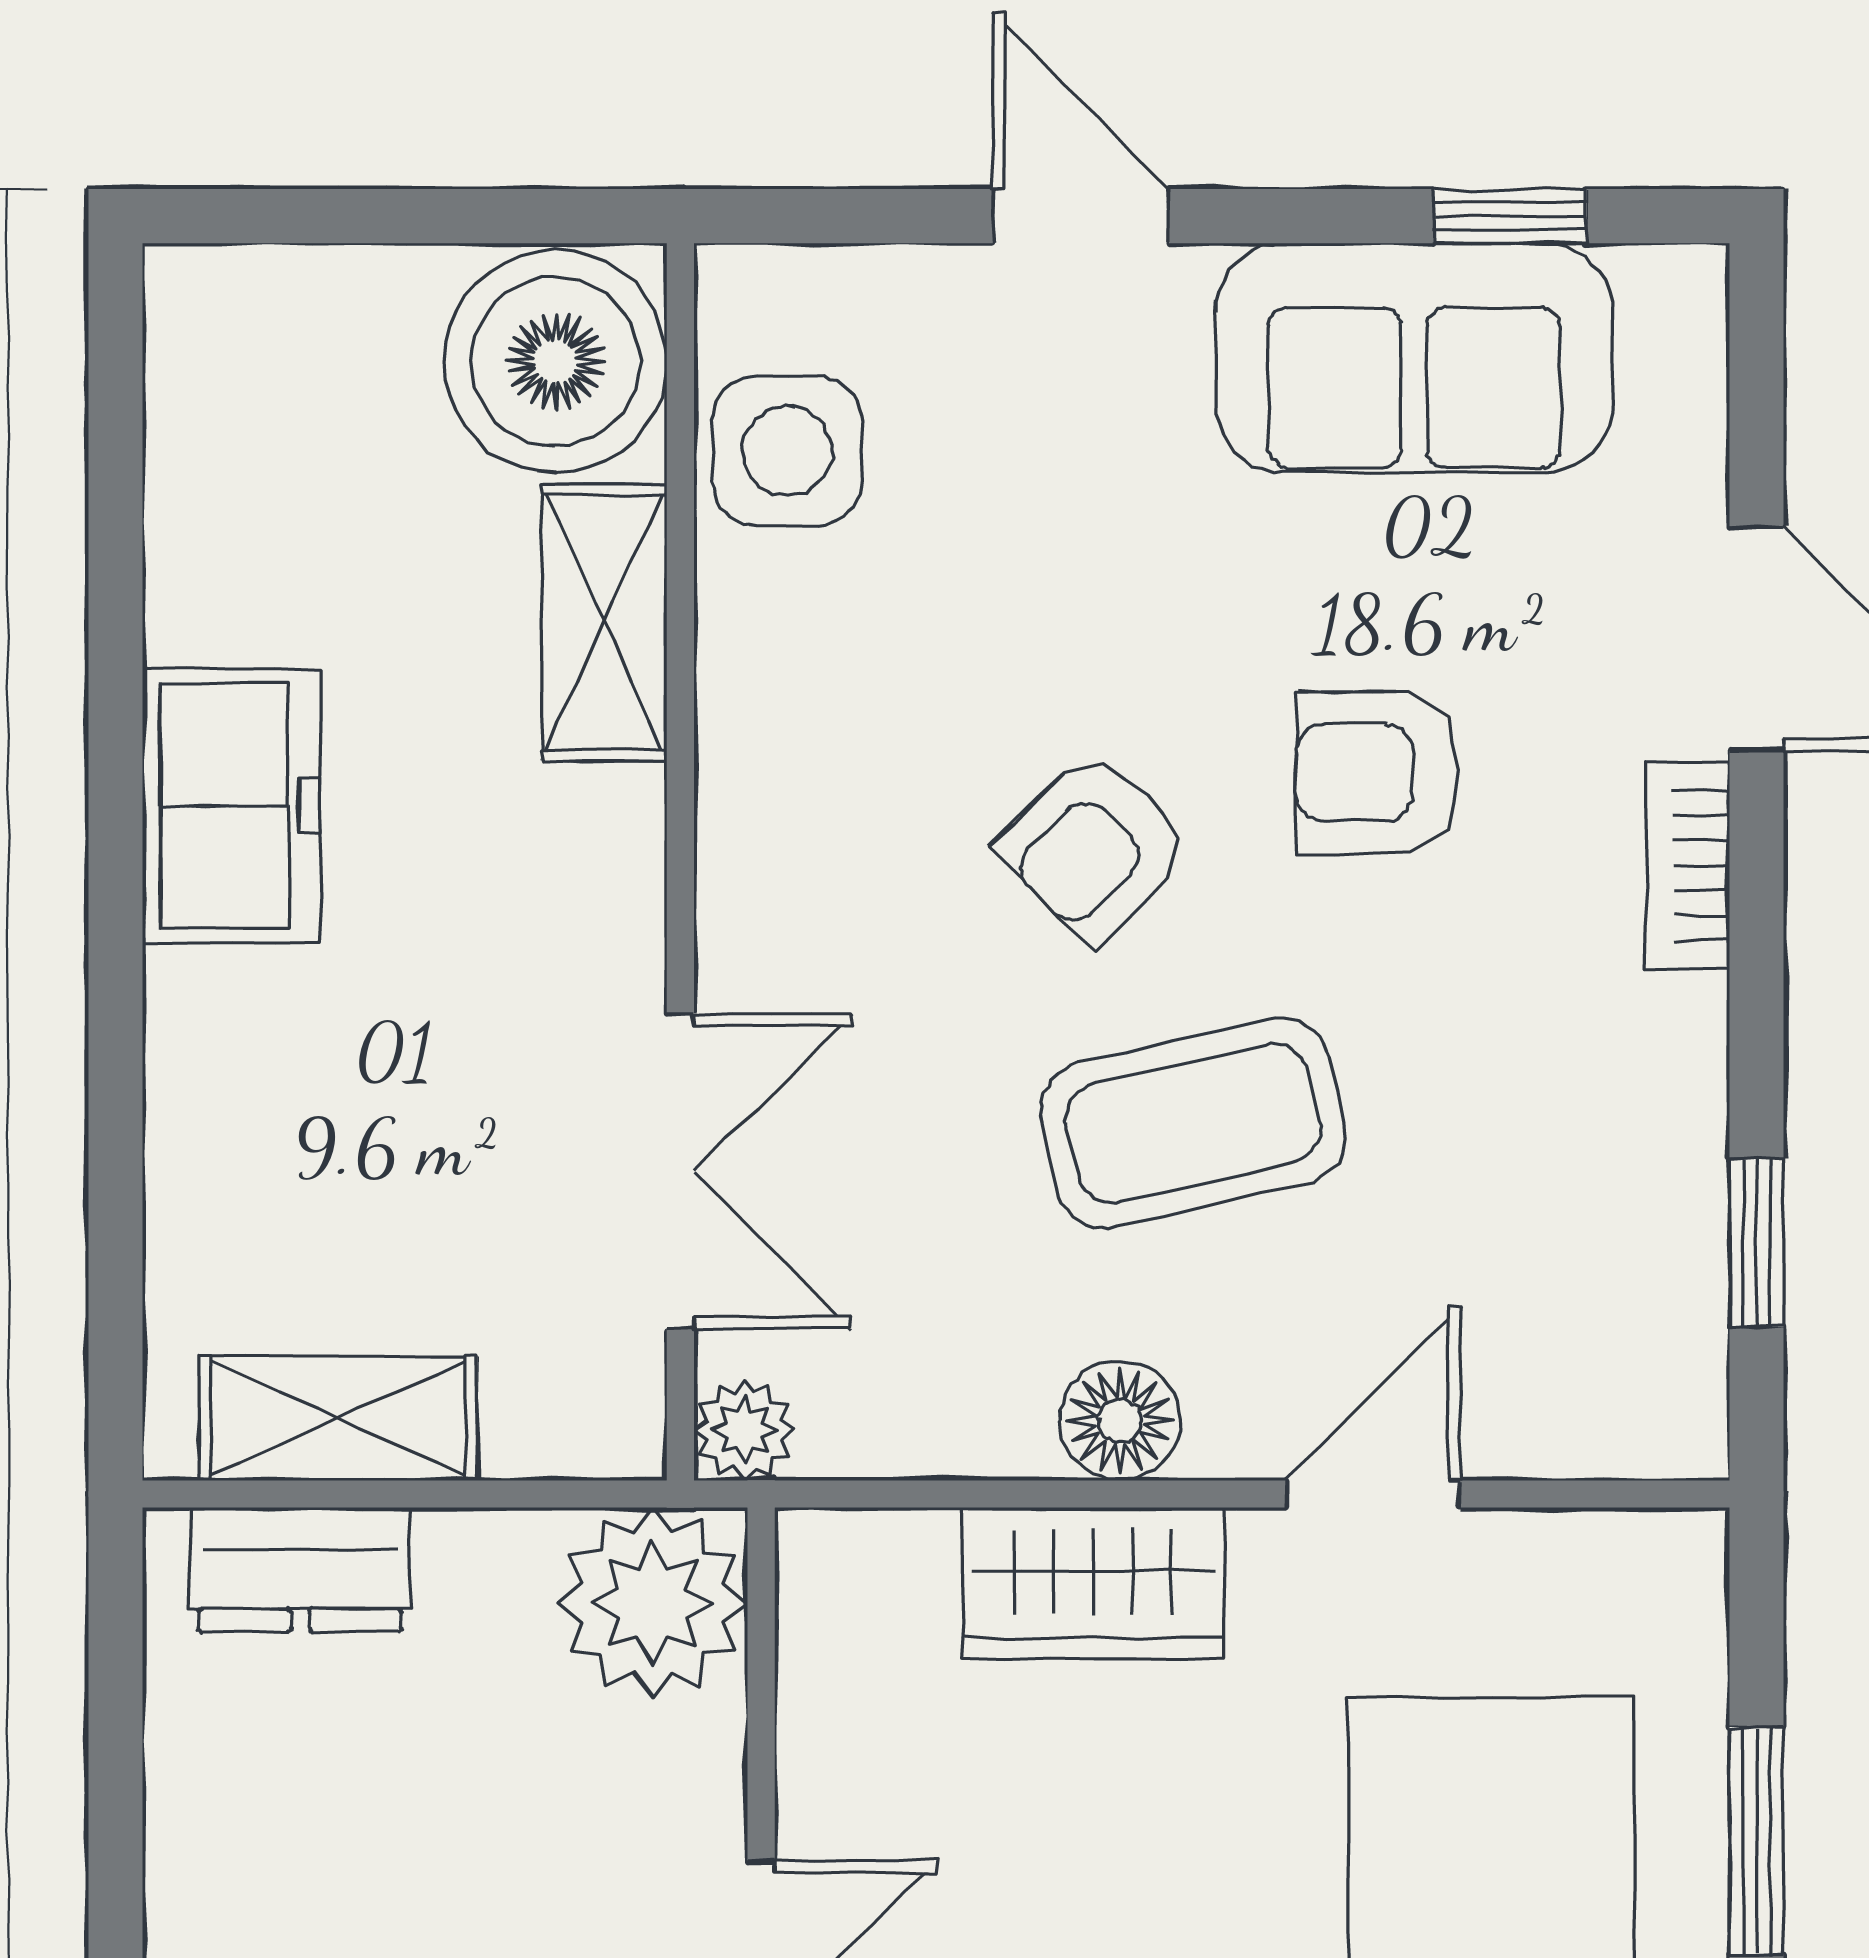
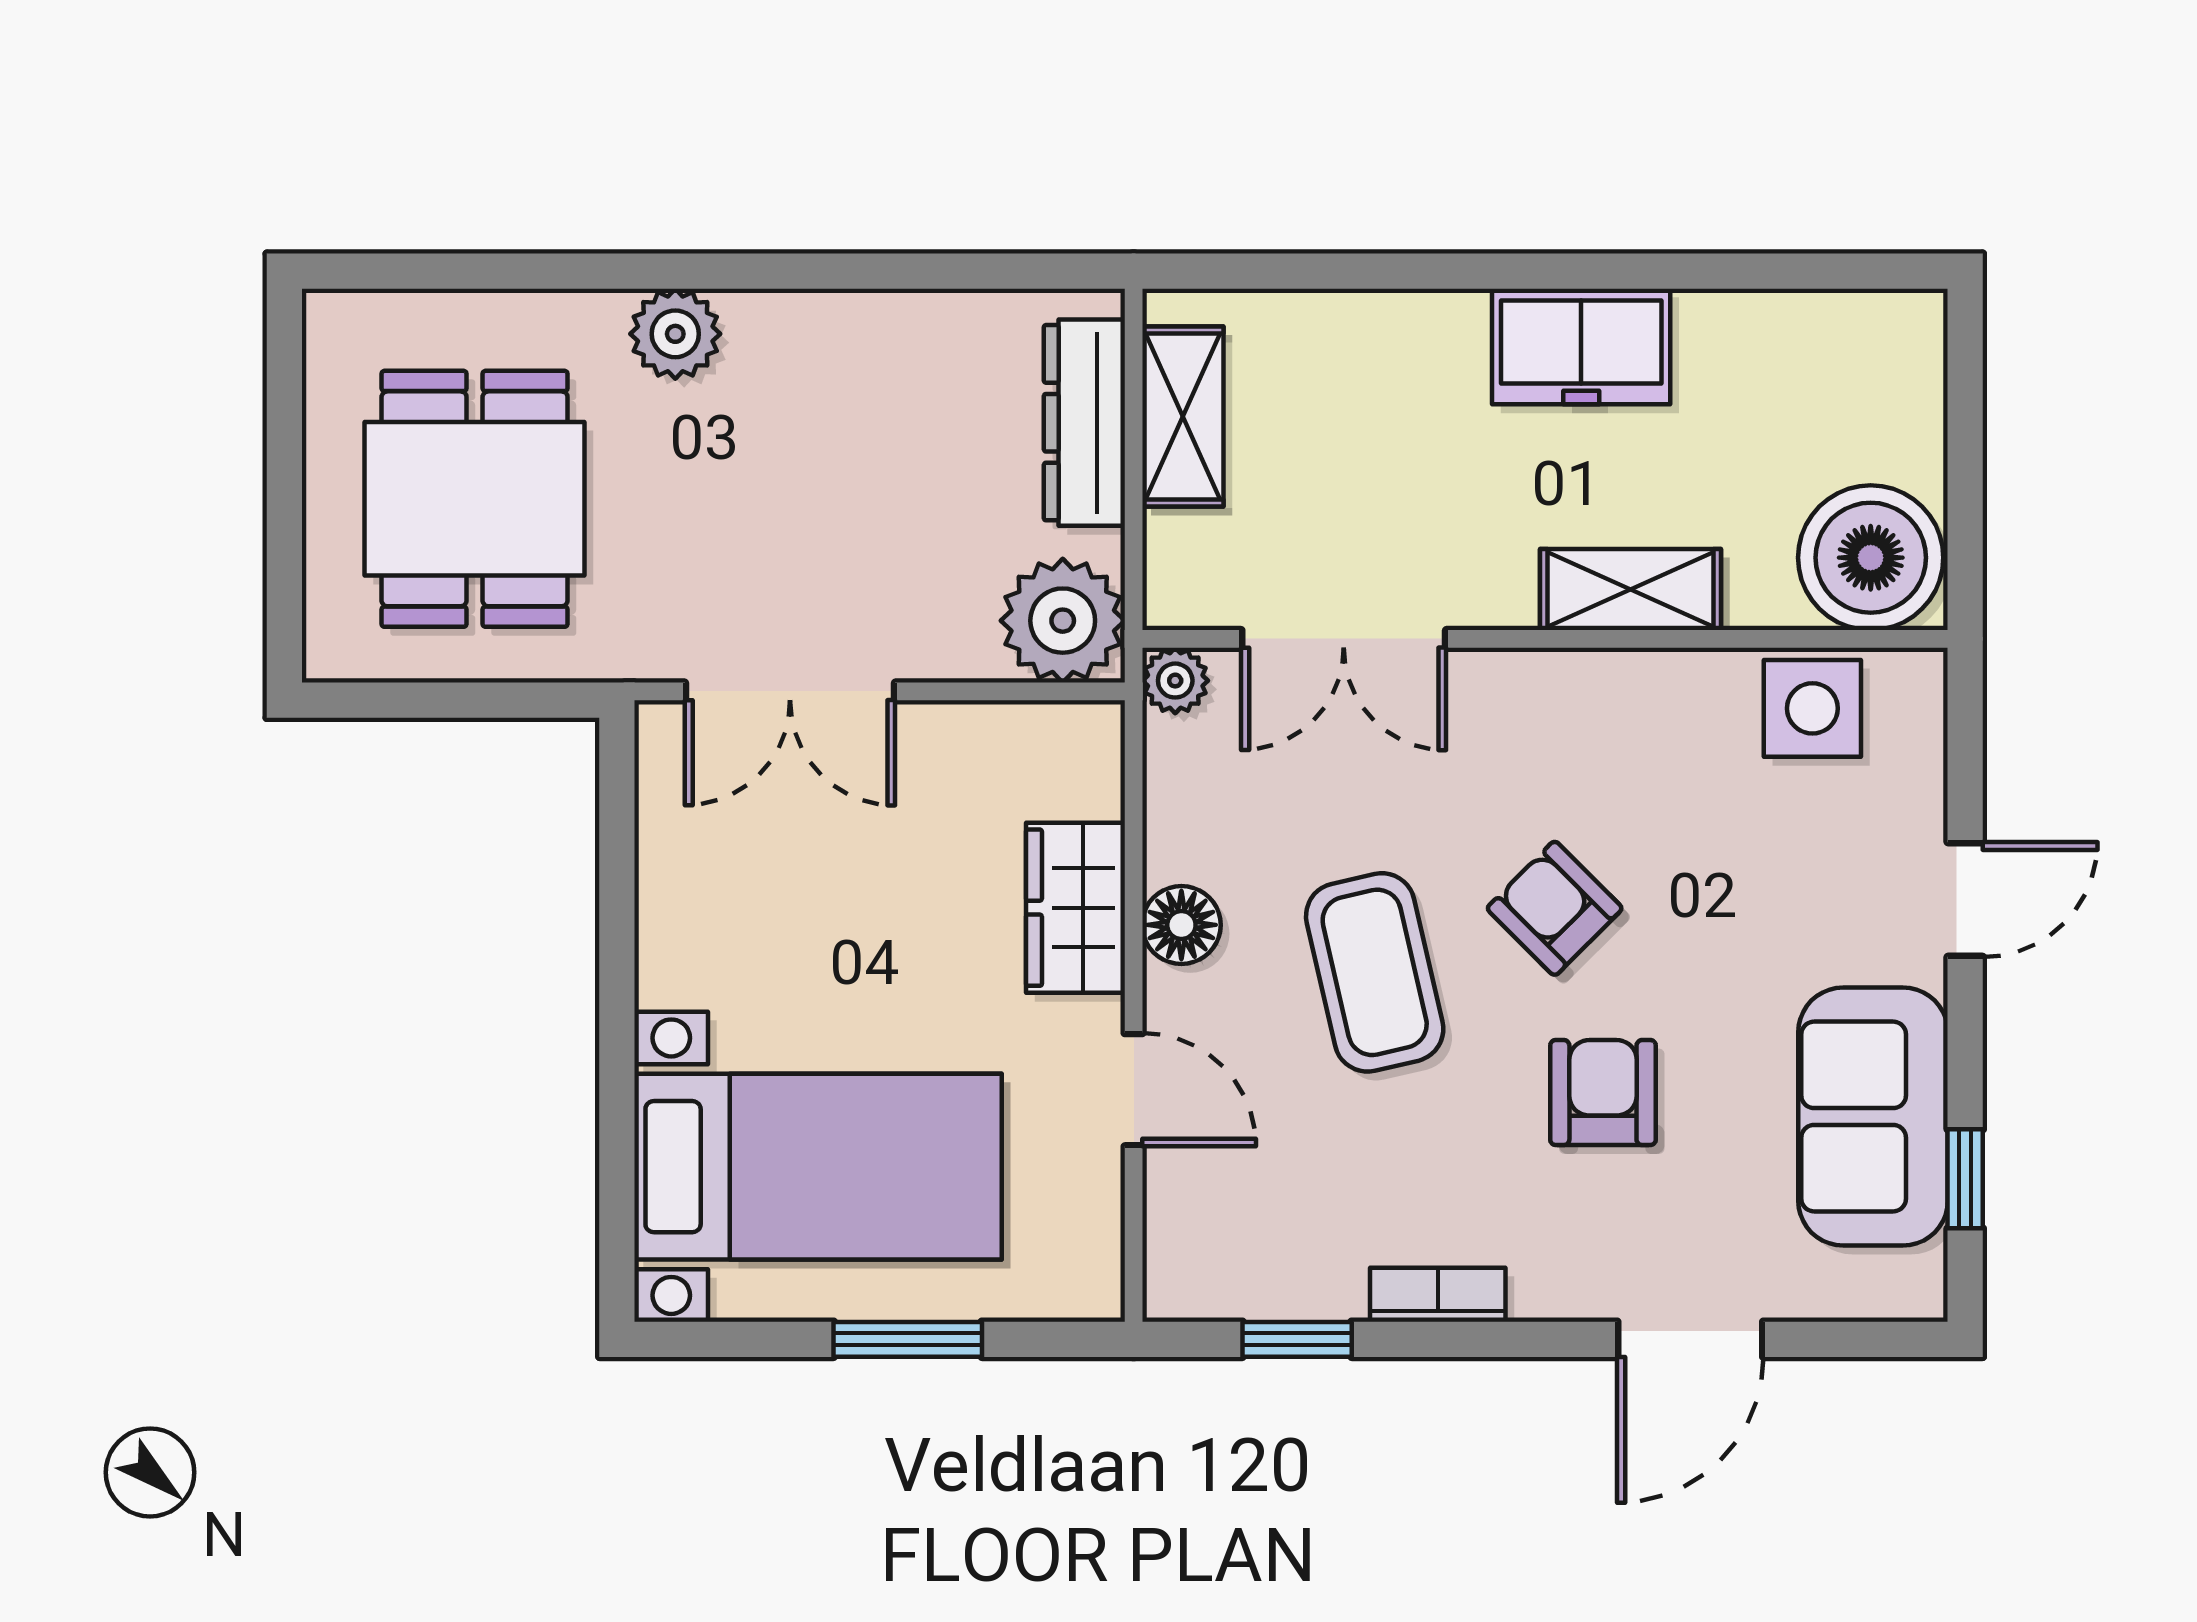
shelving: (604, 622) -> (1631, 589), moved
bookcase: (1688, 865) -> (1438, 1295), moved
dresser: (300, 1570) -> (1084, 423), width x1.44

